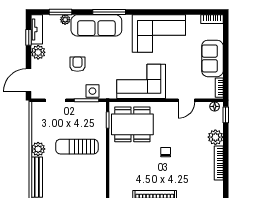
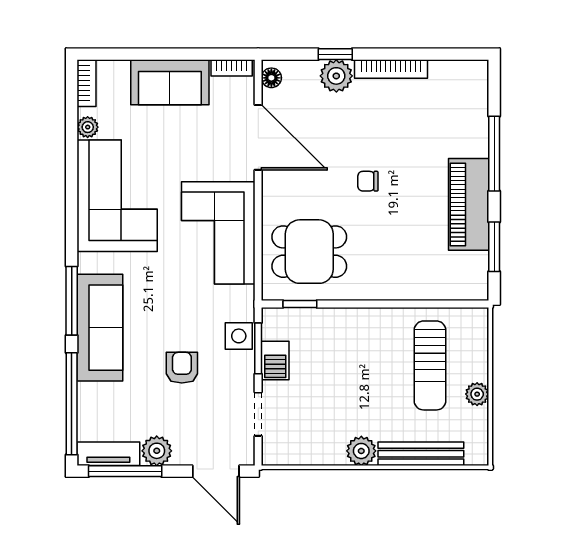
window: (60, 12) -> (72, 404), width x2.11
plant: (65, 20) -> (88, 127), moved
window: (29, 37) -> (125, 471), width x2.17
armchair: (77, 64) -> (182, 368), turned 90
door: (186, 100) -> (258, 137), width x1.88
barbecue: (81, 108) -> (275, 361), added
window: (226, 115) -> (335, 54), moved
dining table: (132, 124) -> (309, 252), width x0.73
sun lounger: (77, 147) -> (430, 365), moved

